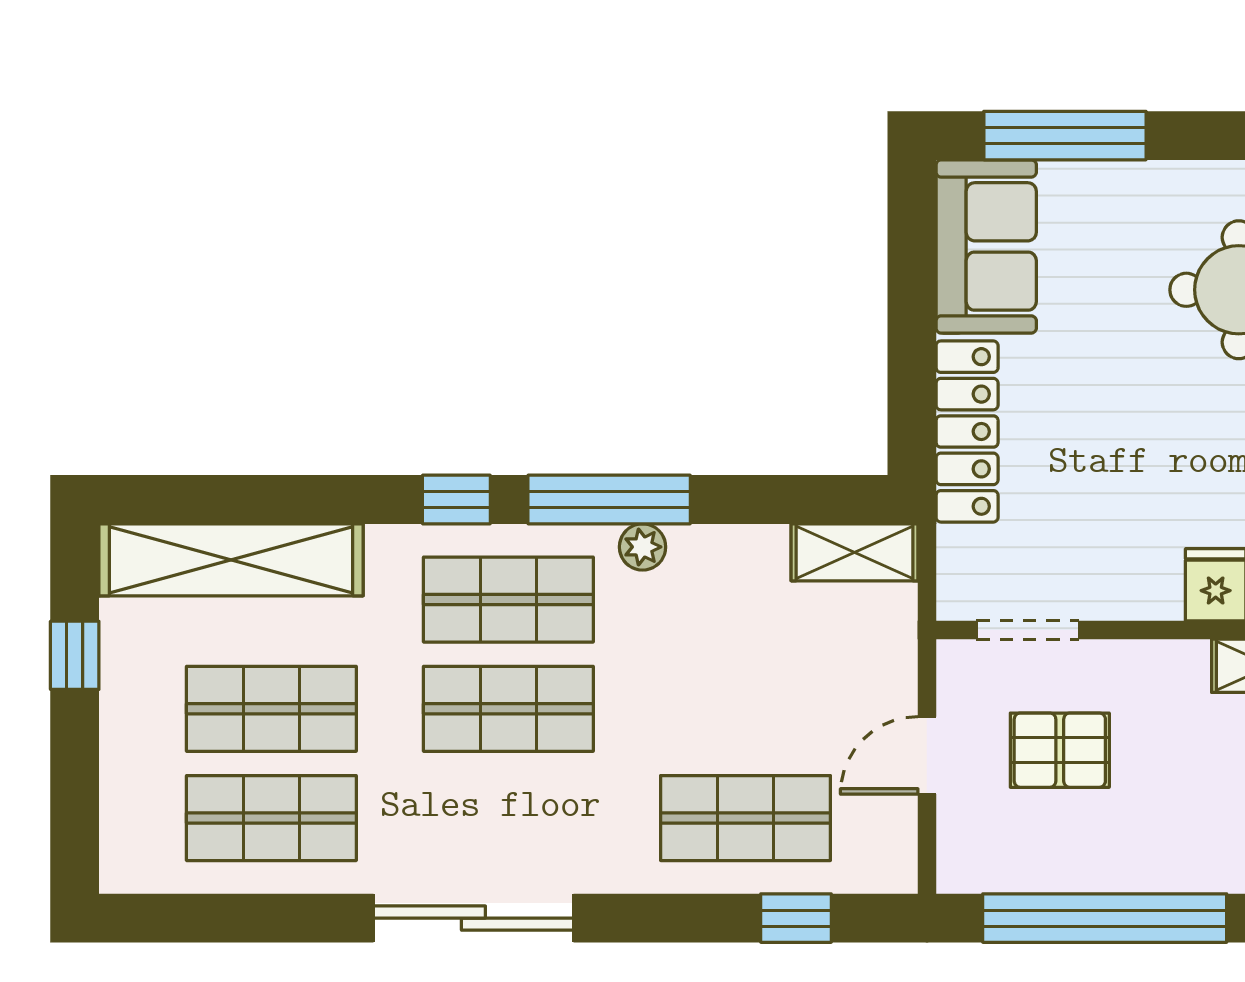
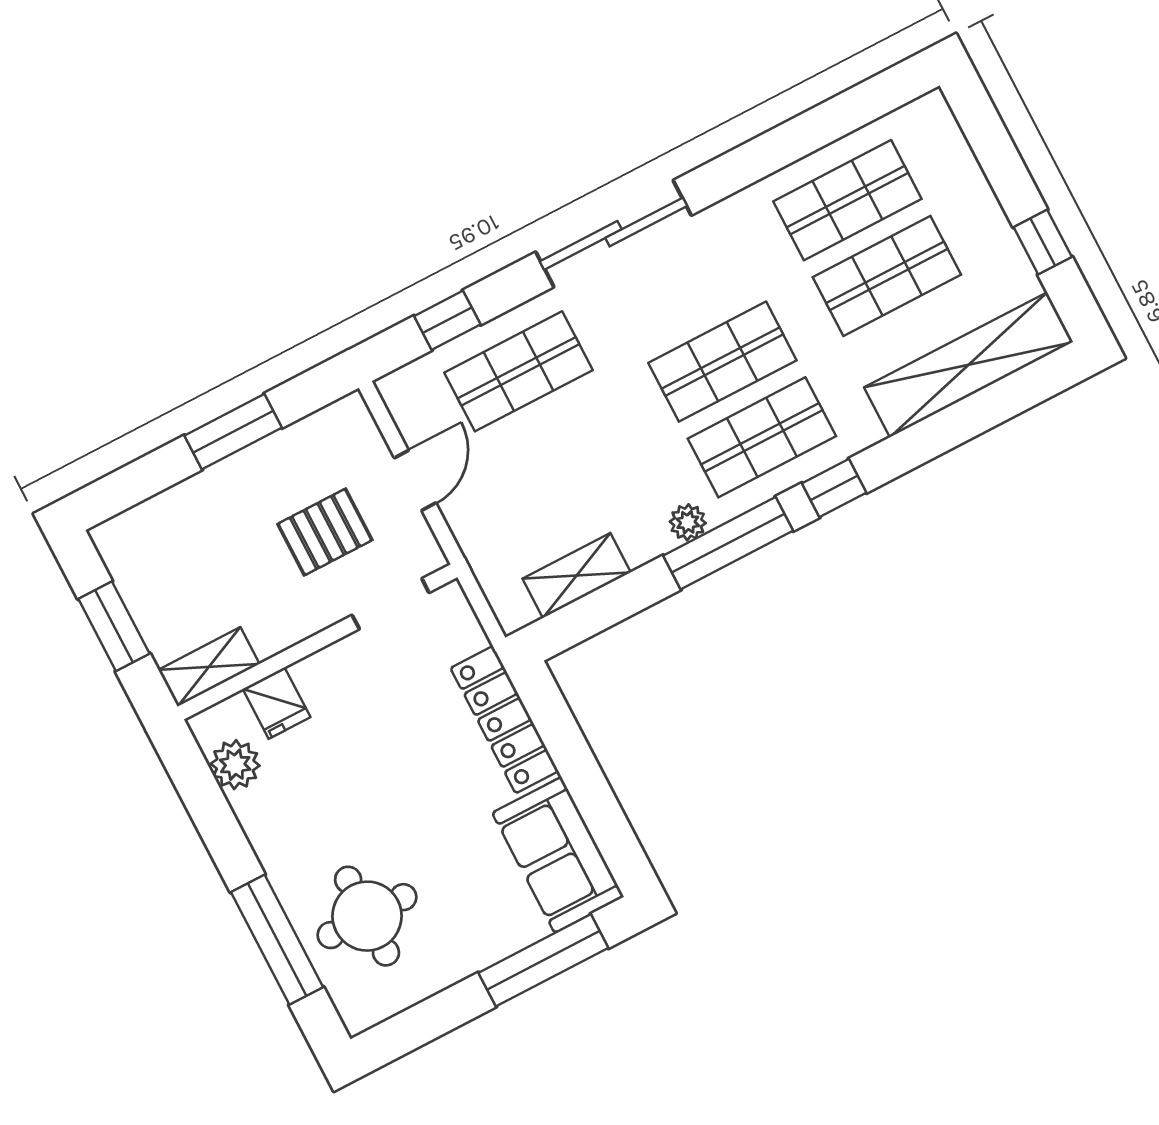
shelving: (854, 552) -> (577, 575), moved
sliding door: (473, 918) -> (614, 234), moved
window: (1105, 918) -> (233, 432), width x0.47

